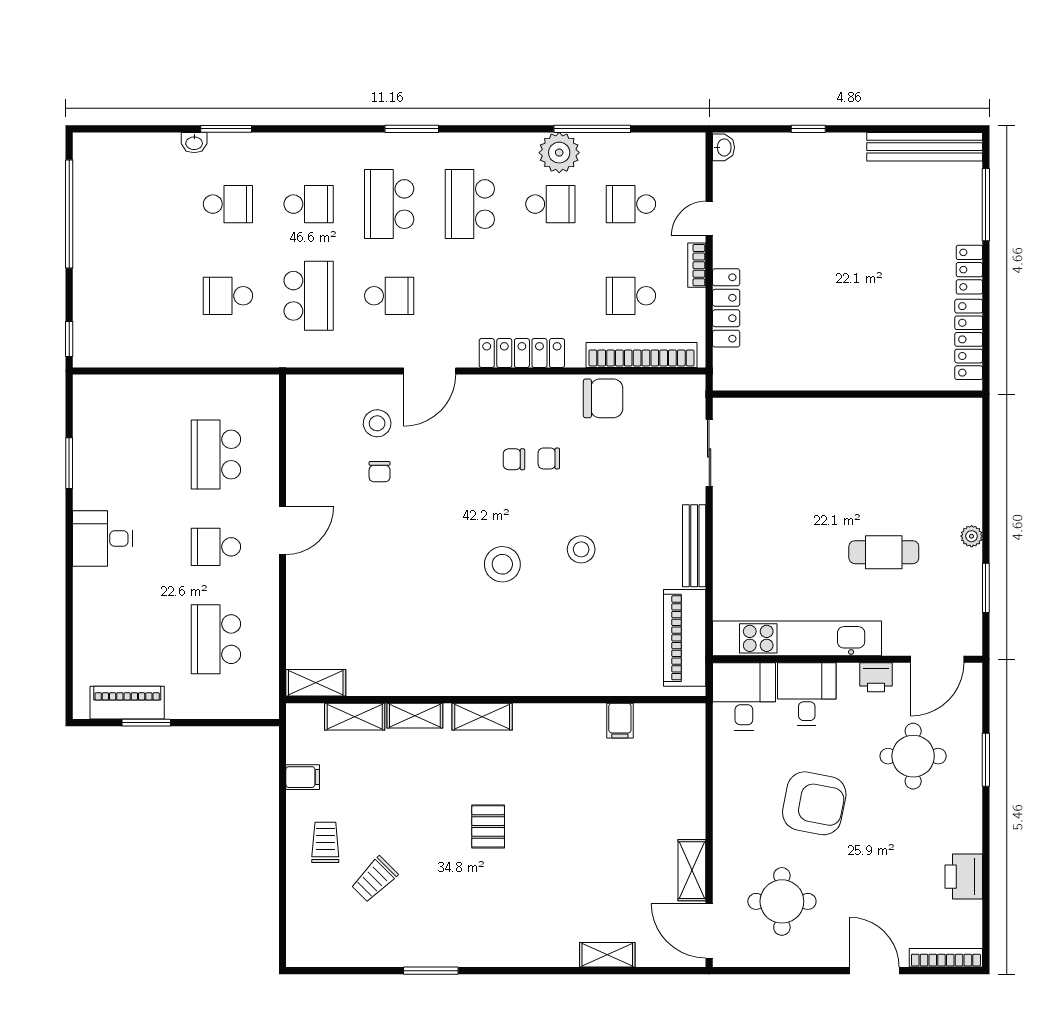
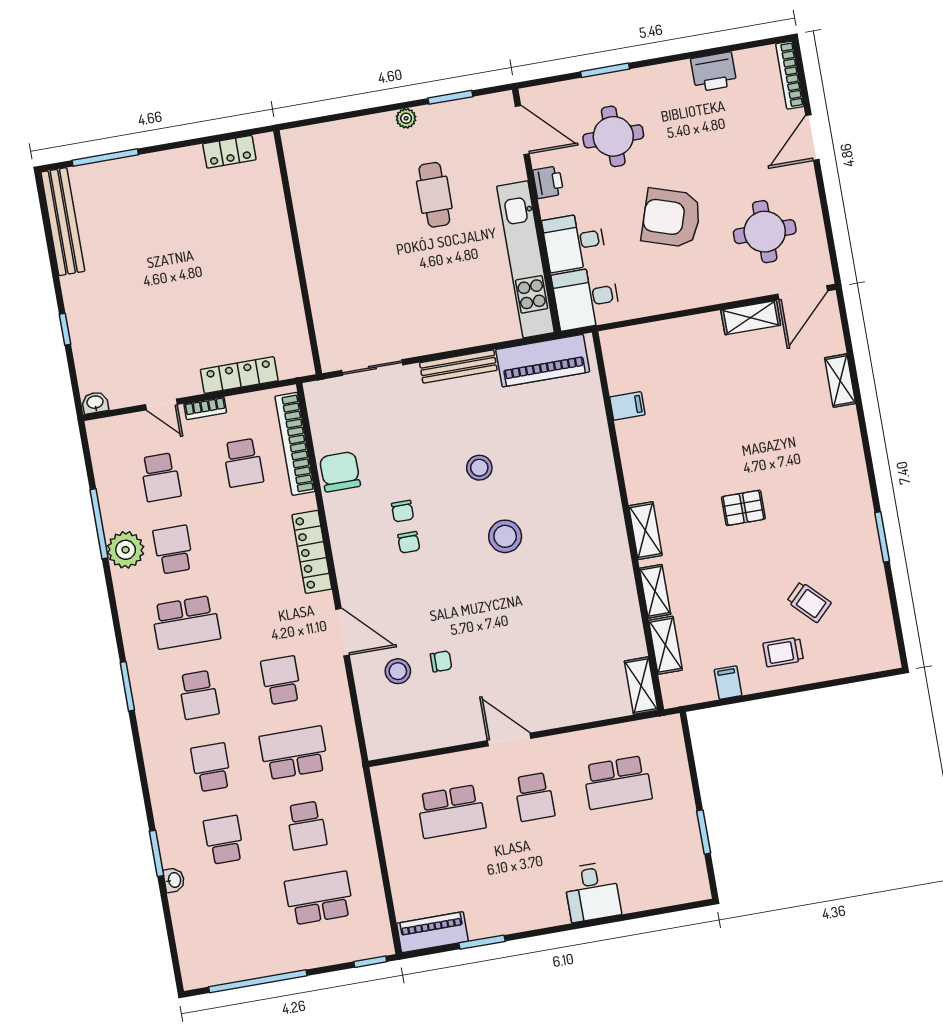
school desk: (389, 204) -> (199, 695), width x0.54
locker: (969, 270) -> (166, 162), removed
school desk: (147, 296) -> (319, 898), added
locker: (969, 339) -> (229, 152), width x0.66
desk: (103, 538) -> (592, 892), moved
piano: (127, 703) -> (432, 932), moved, turned 90
armchair: (814, 803) -> (671, 218), turned -83

